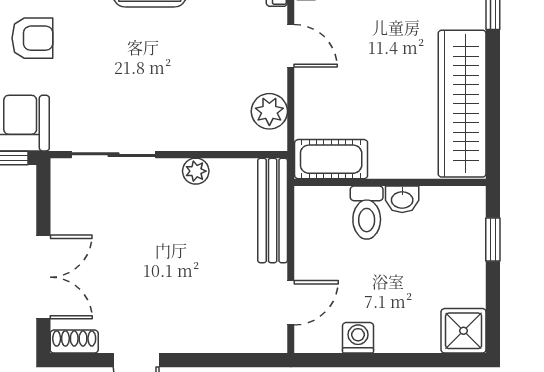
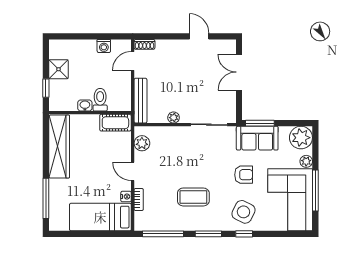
armchair: (32, 38) -> (244, 175), turned 180
shower: (464, 331) -> (59, 69), moved
shoe rack: (74, 342) -> (144, 44), moved

